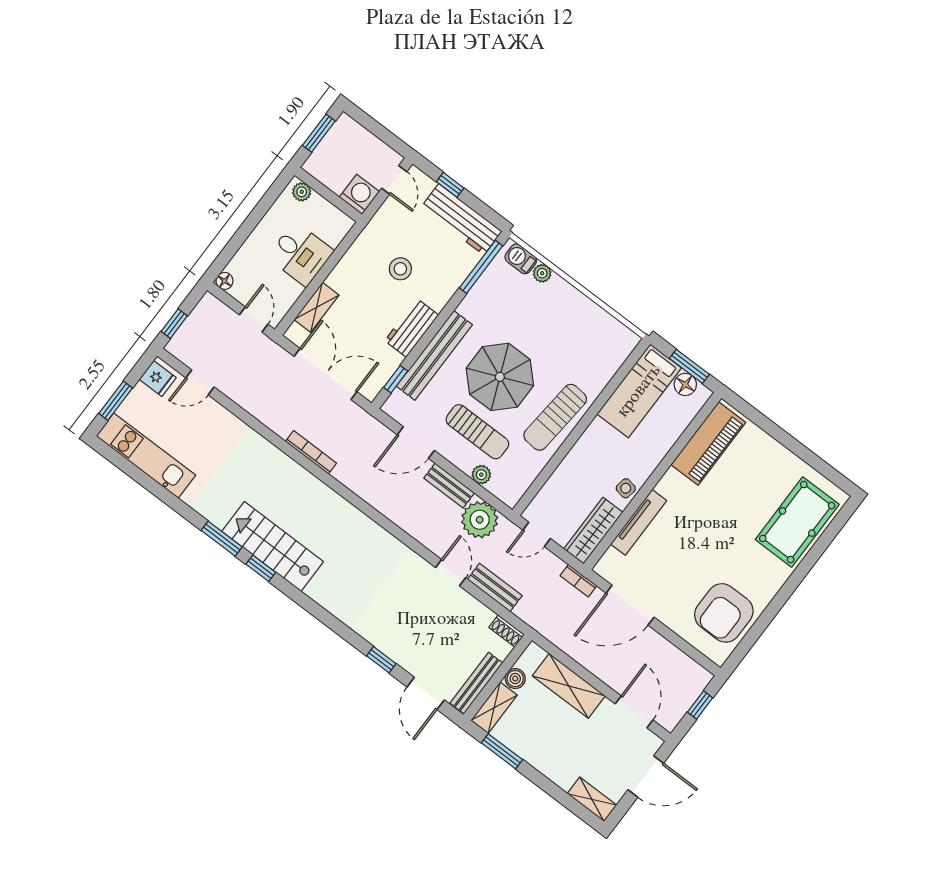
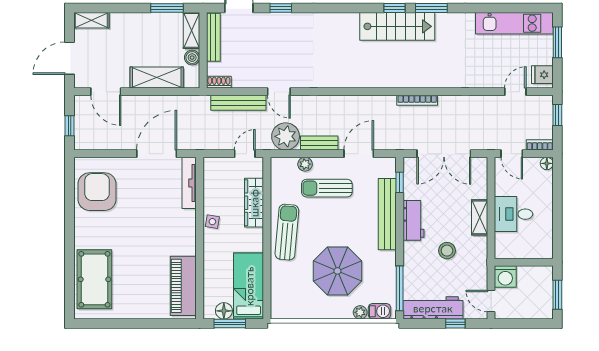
plant: (302, 192) -> (541, 252), removed
shelving: (317, 307) -> (480, 217), moved
parasol: (500, 377) -> (337, 271), moved
tv unit: (639, 522) -> (189, 183), moved
wardrobe: (593, 531) -> (254, 203), moved, turned 180
bookcase: (578, 581) -> (540, 145), moved
bench: (495, 587) -> (238, 103), width x1.36

